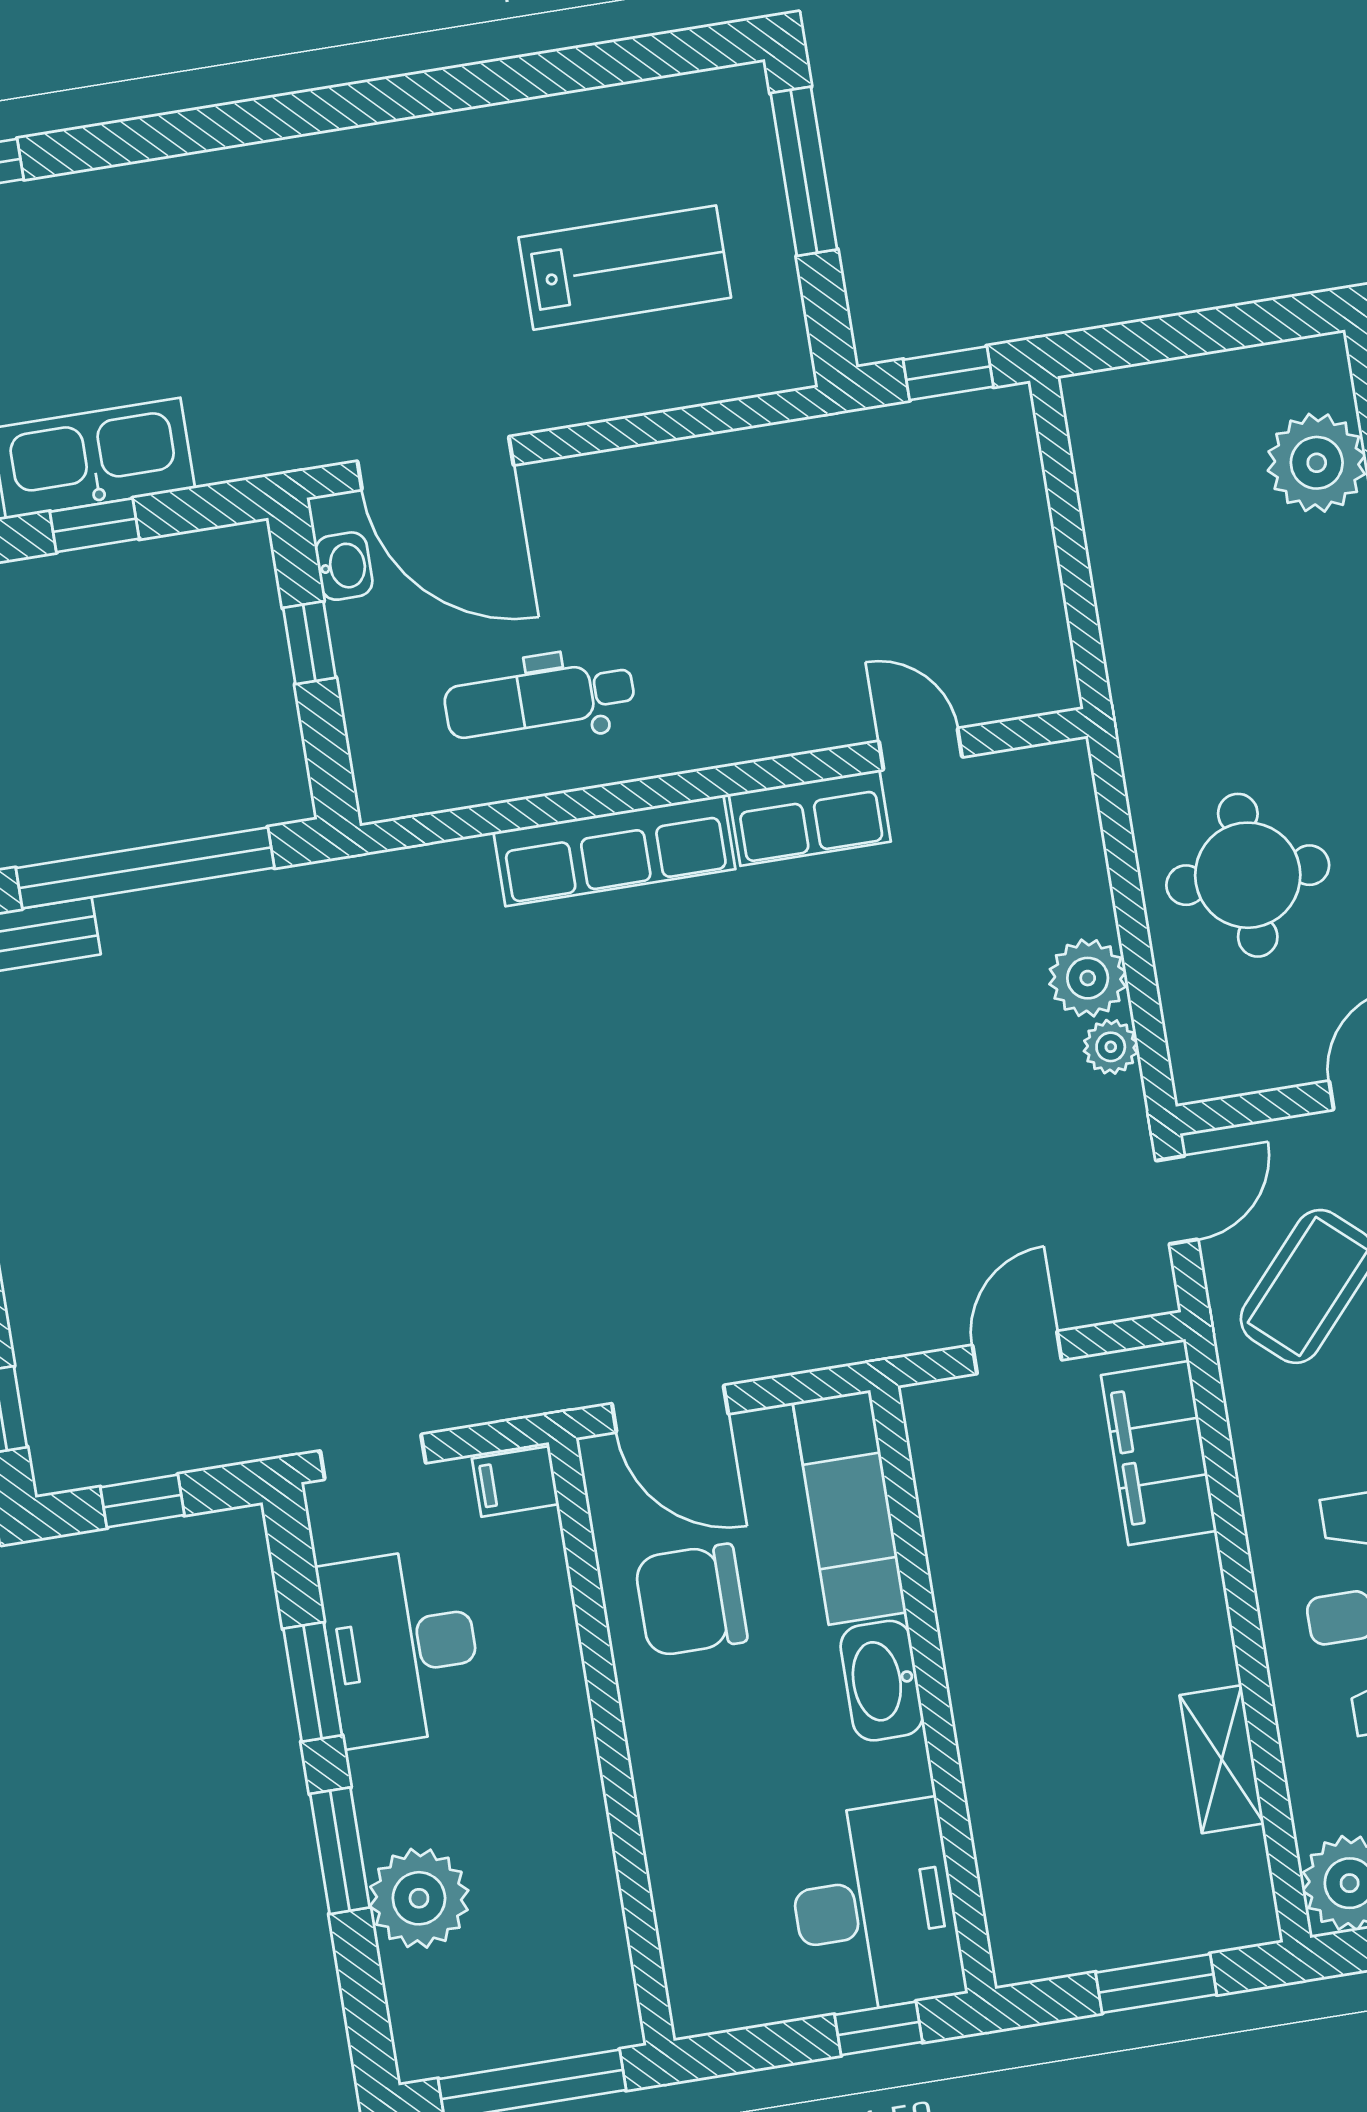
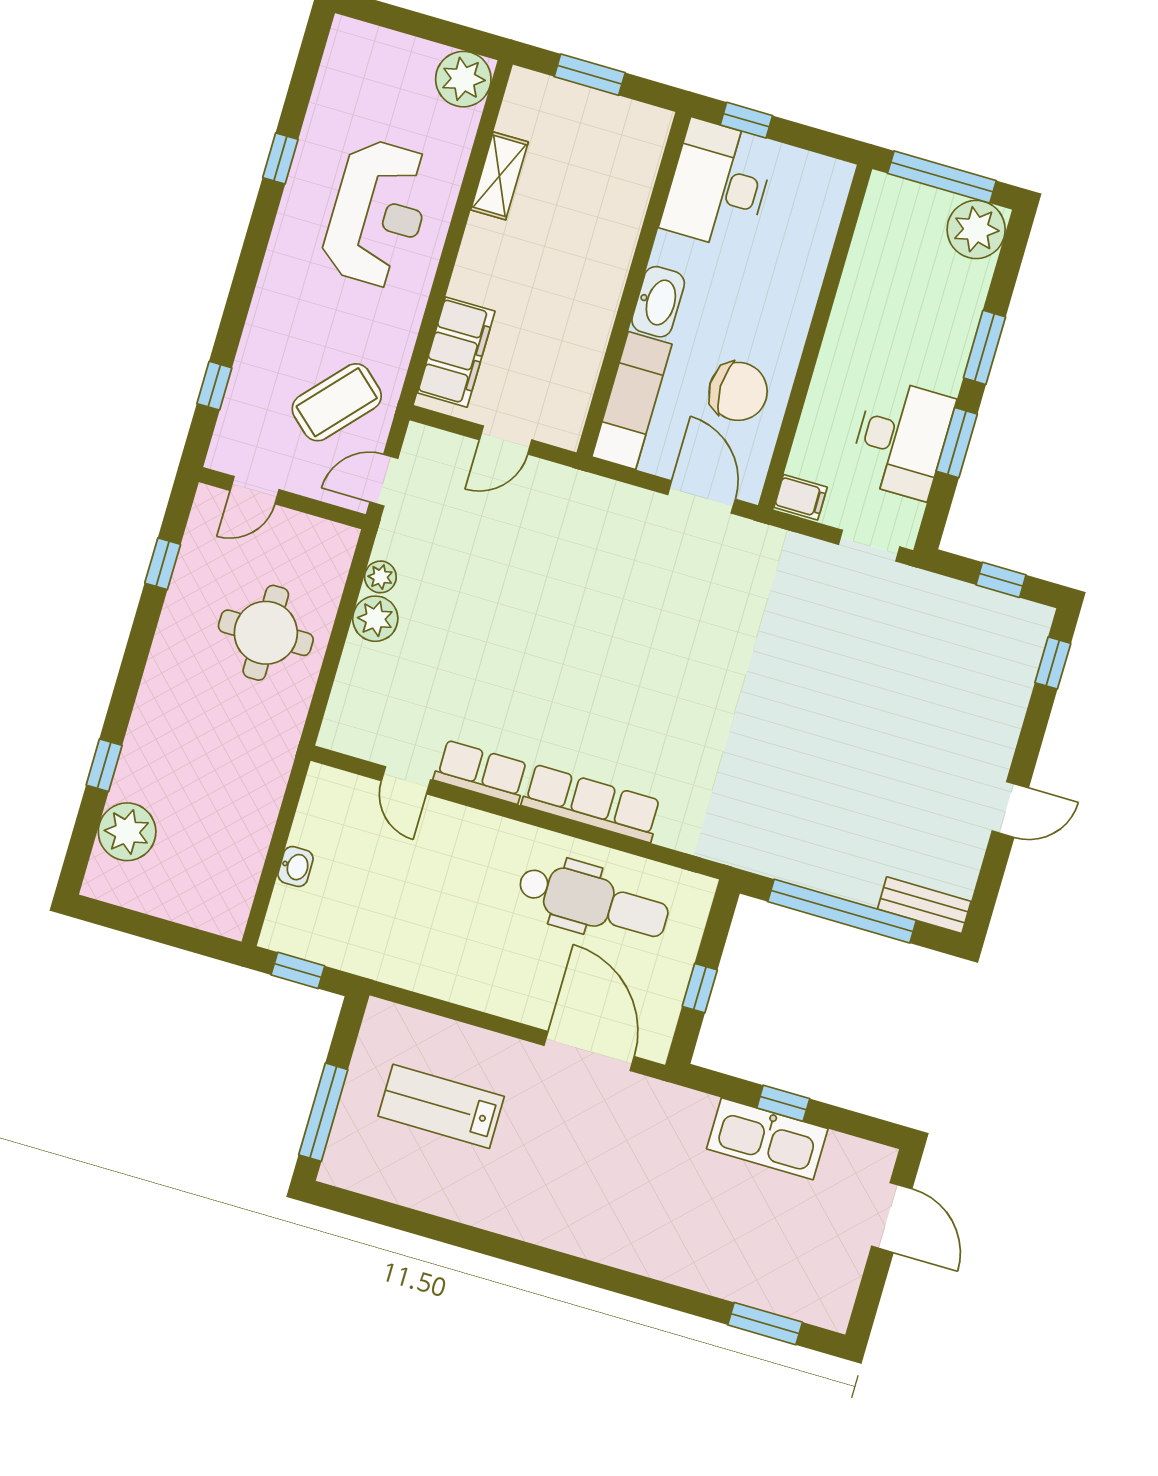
washbasin: (344, 566) -> (296, 867), moved, turned 180
dental chair: (539, 699) -> (593, 901), width x1.36, depth x1.38
plant: (419, 1898) -> (976, 230), moved

